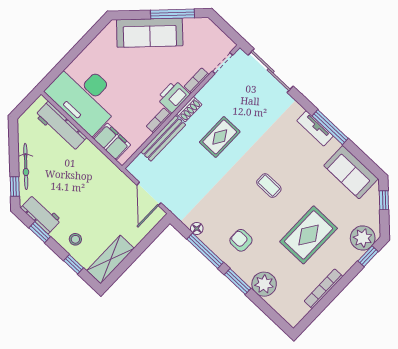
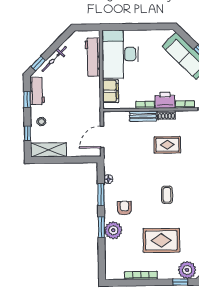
bench: (163, 138) -> (143, 116), width x0.73
window: (205, 251) -> (101, 195), width x0.69
plant: (264, 284) -> (113, 230), moved

